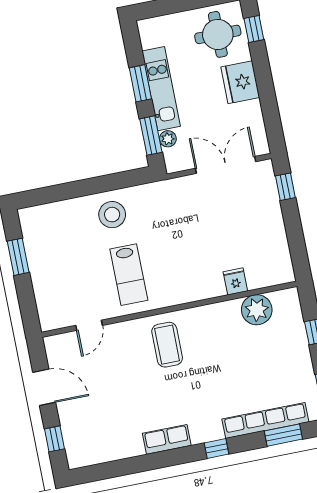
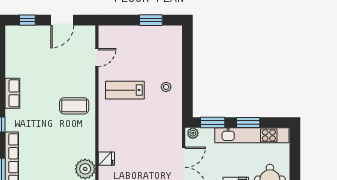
kitchen unit: (161, 89) -> (252, 135), width x1.36
plant: (168, 139) -> (193, 133), moved
stool: (112, 215) -> (166, 87), width x0.53, depth x0.53
door: (89, 325) -> (97, 58), swing flipped

